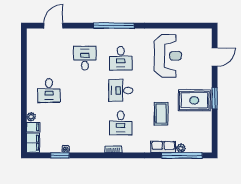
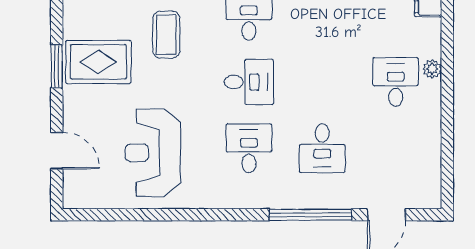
window: (114, 26) -> (310, 215), moved
door: (215, 57) -> (57, 151), swing flipped
plant: (31, 117) -> (432, 69), moved

